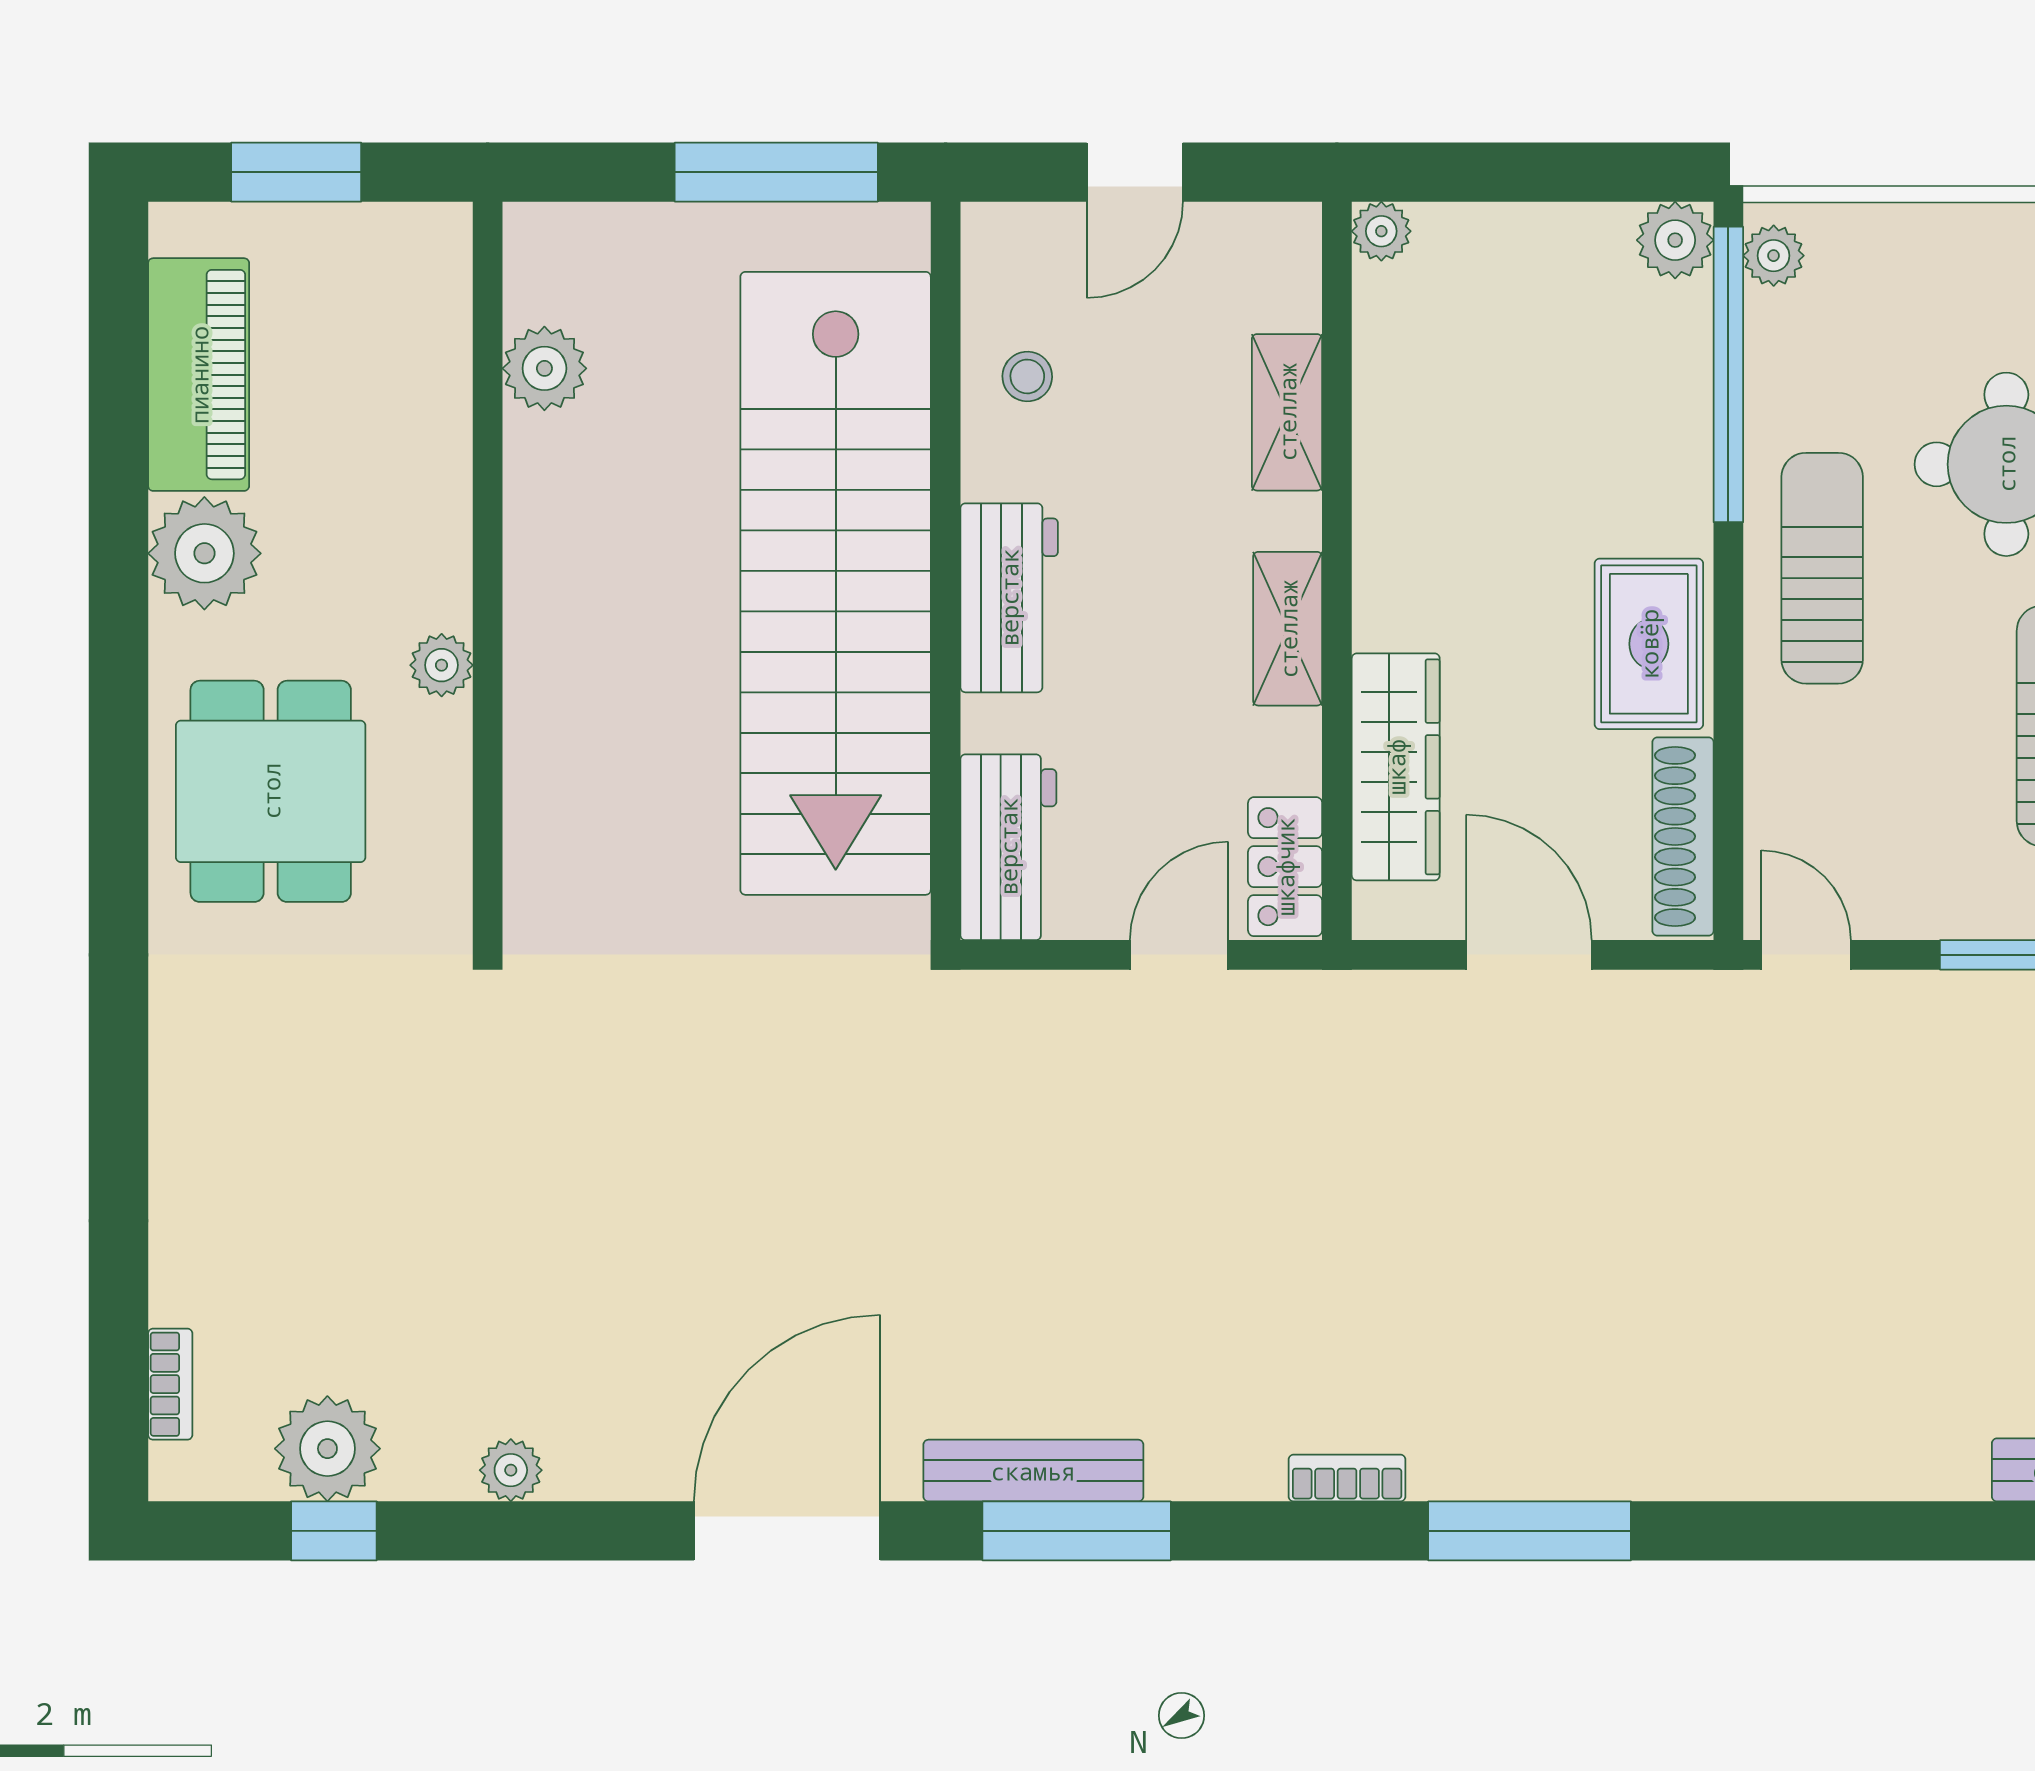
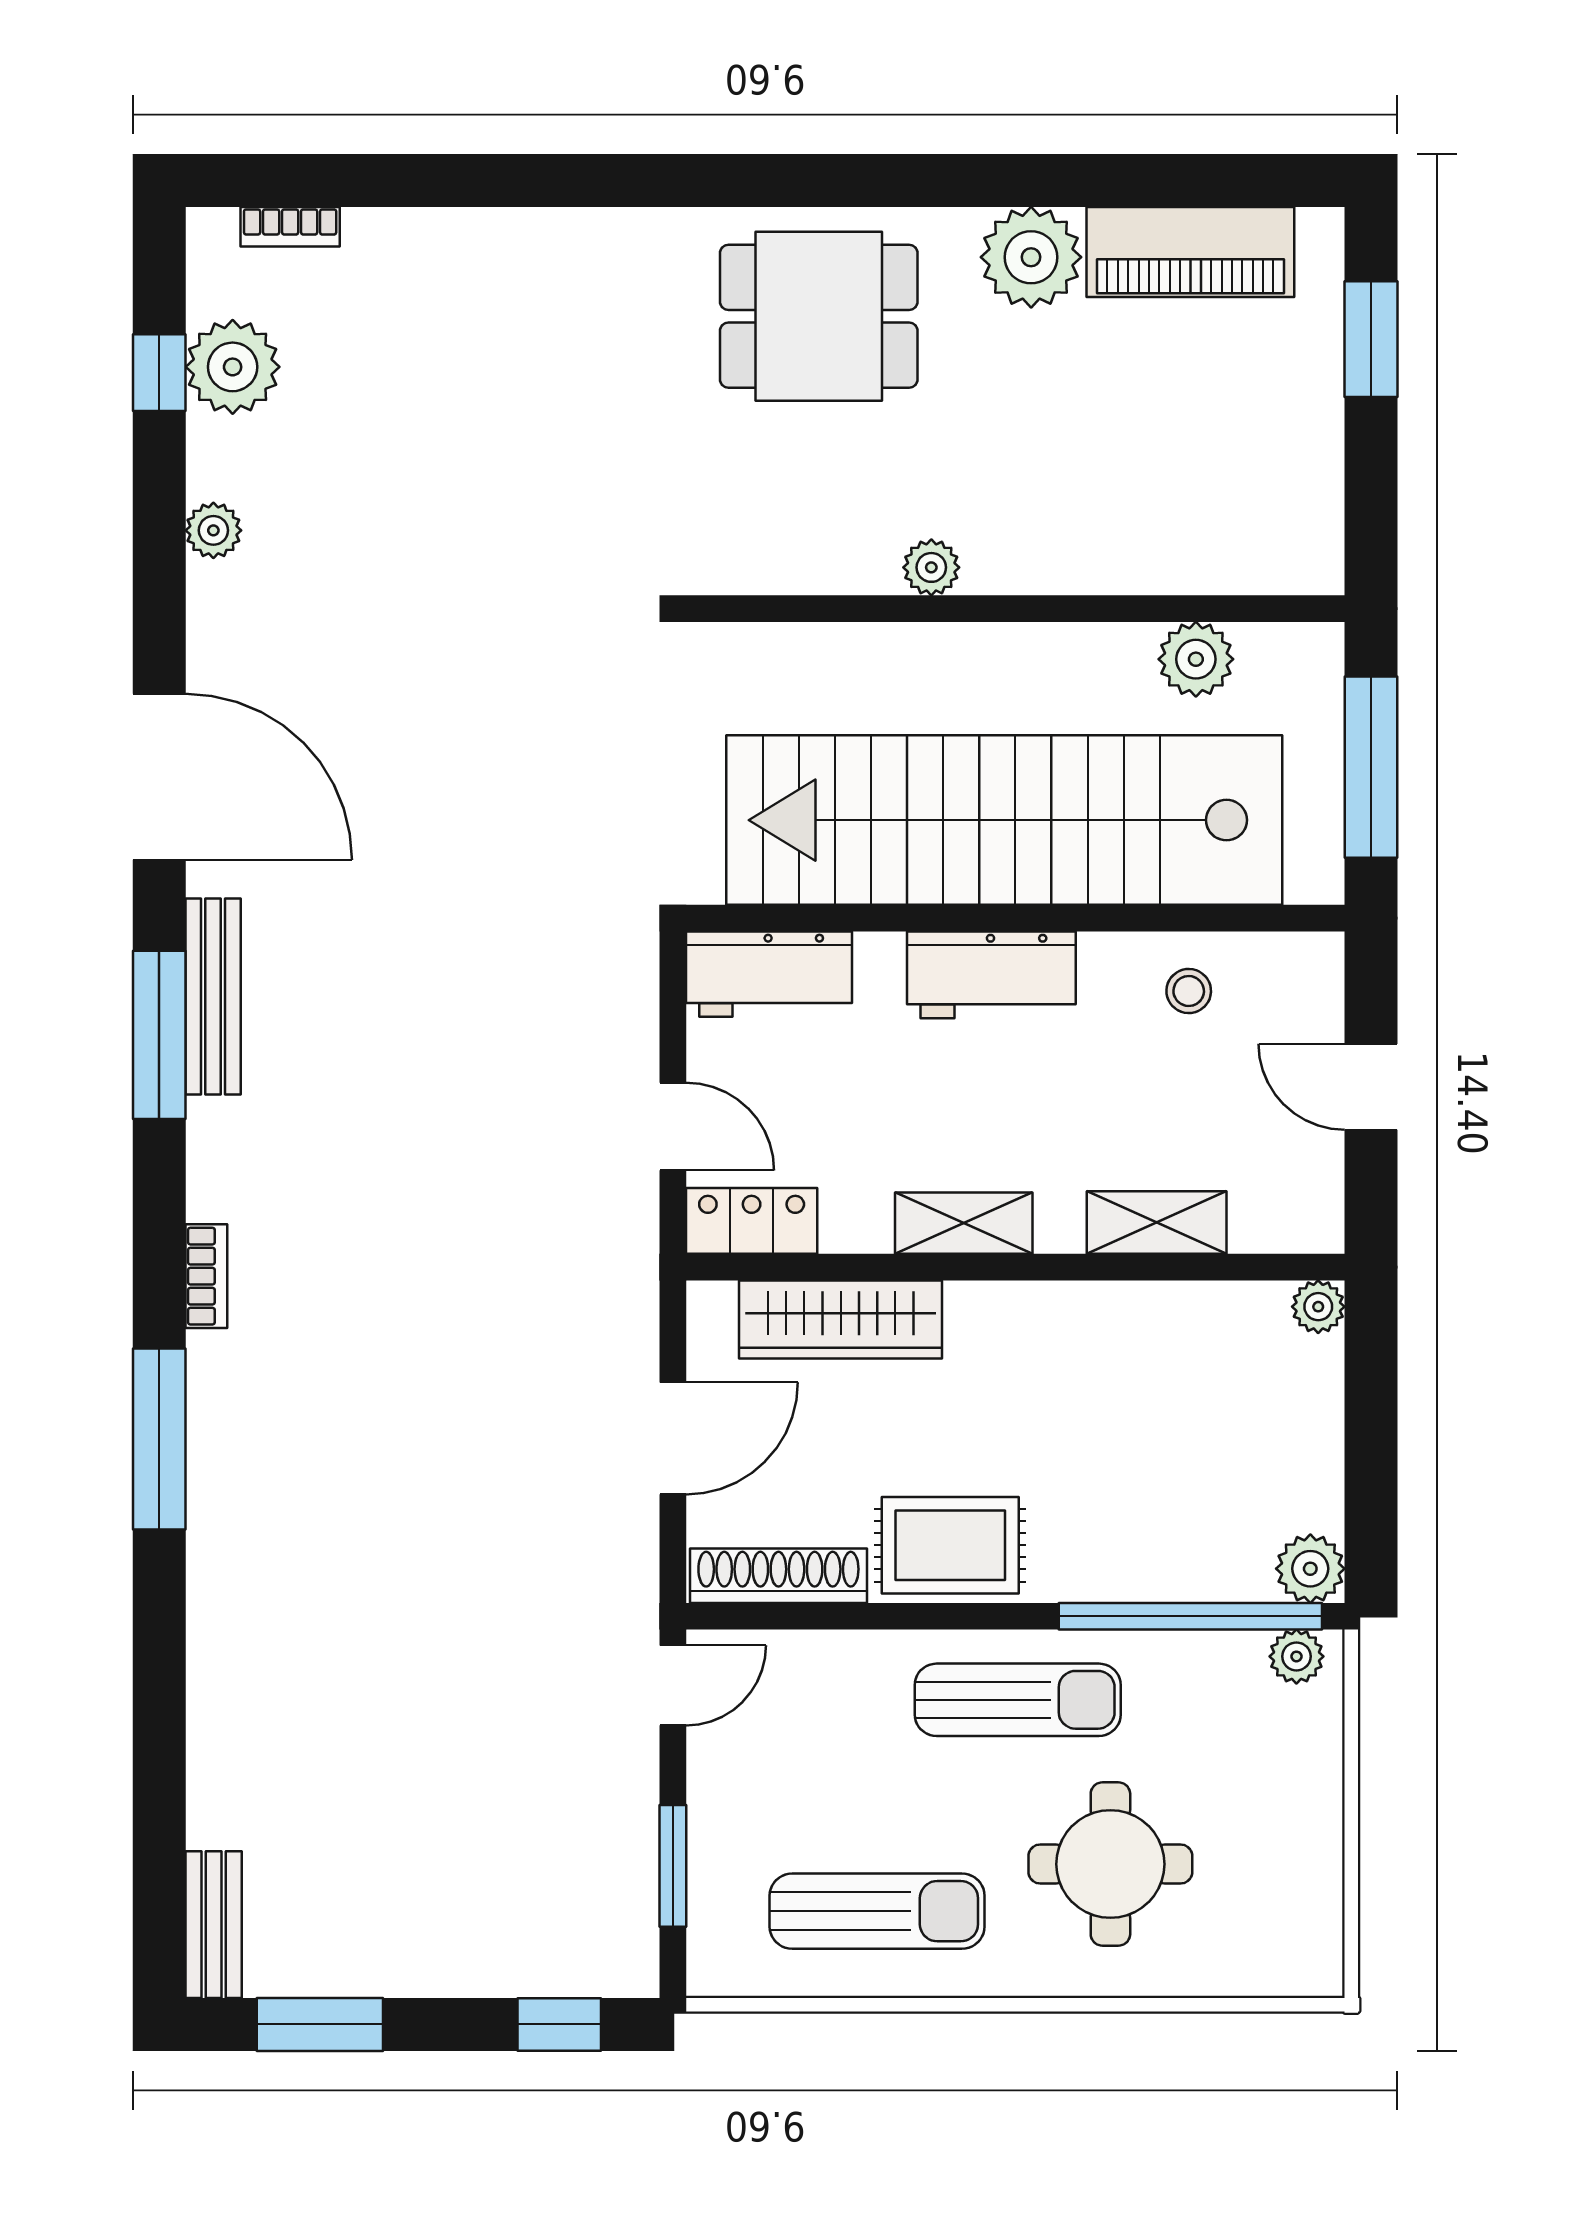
plant: (544, 368) -> (1196, 659), moved
wall: (488, 571) -> (1015, 609), moved
plant: (442, 665) -> (931, 567), moved

